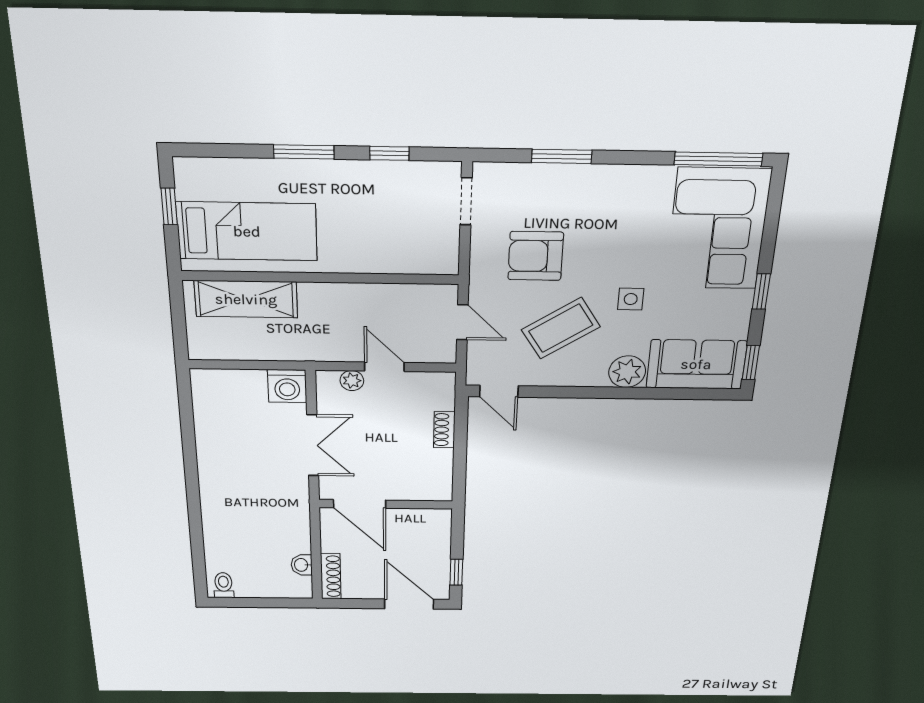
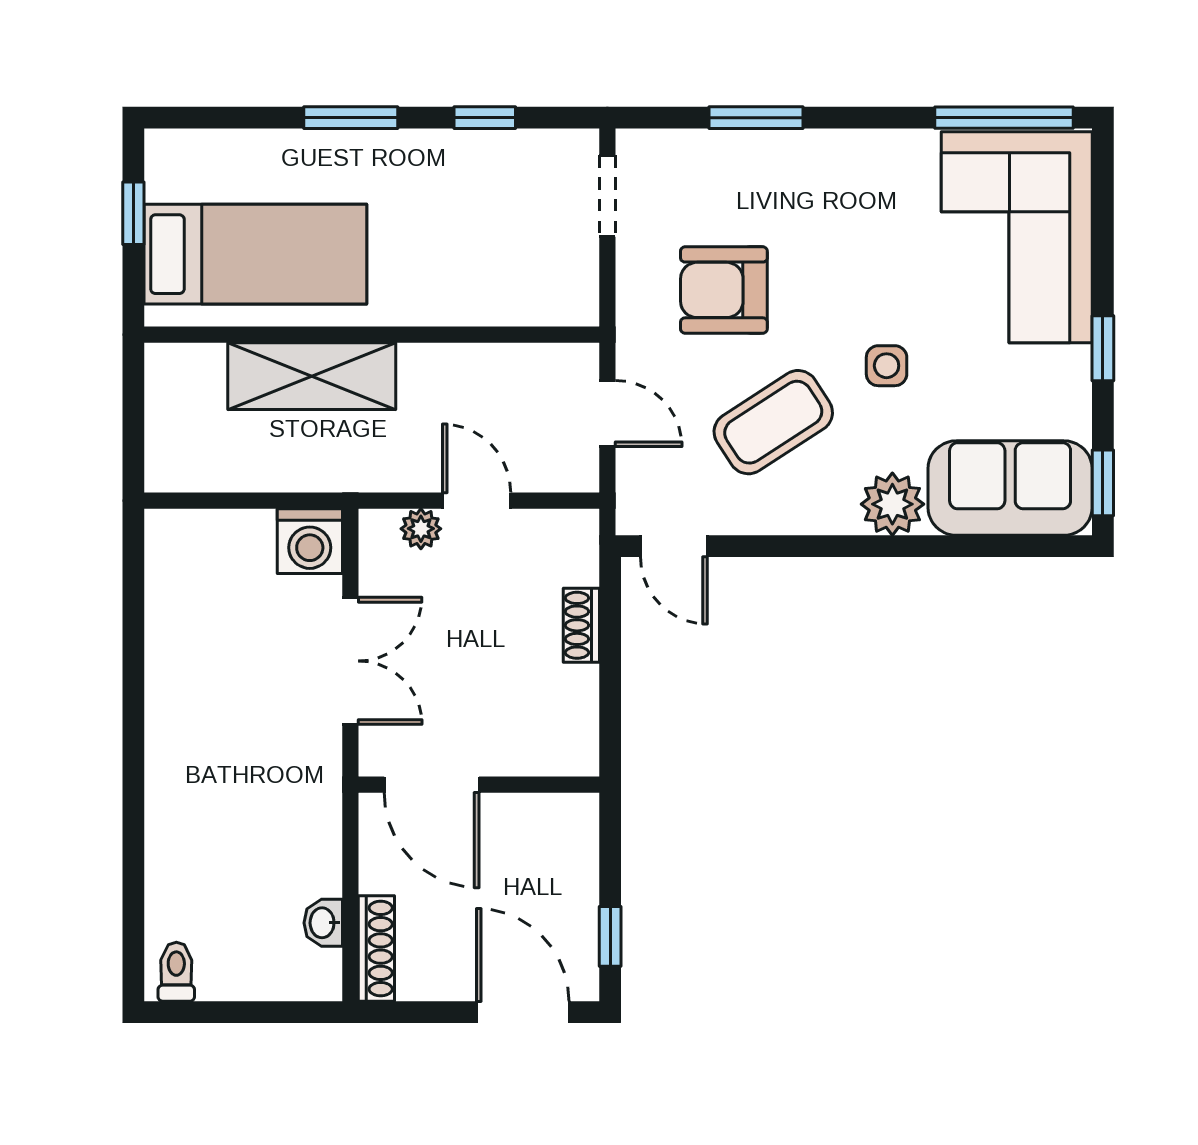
shelving: (246, 299) -> (312, 376), moved

